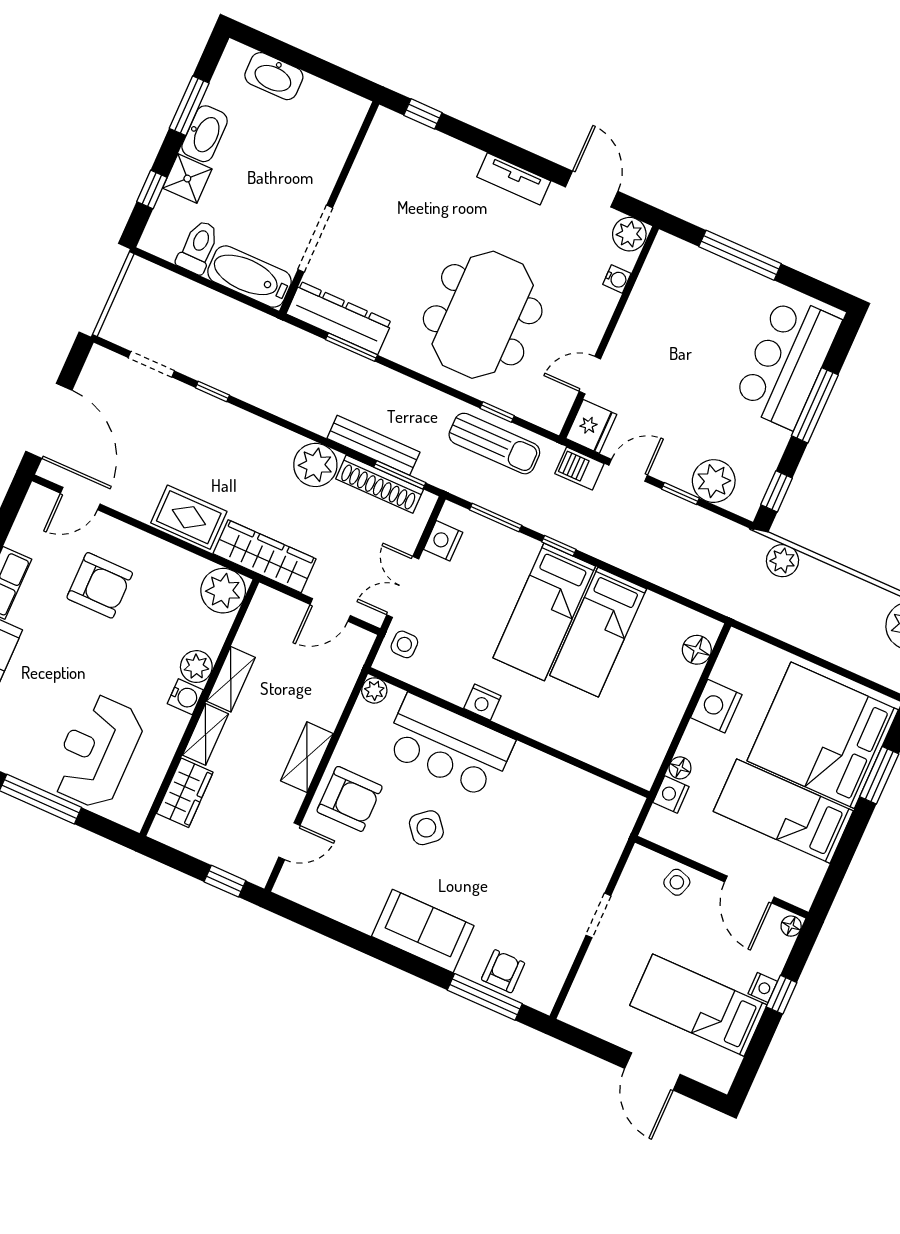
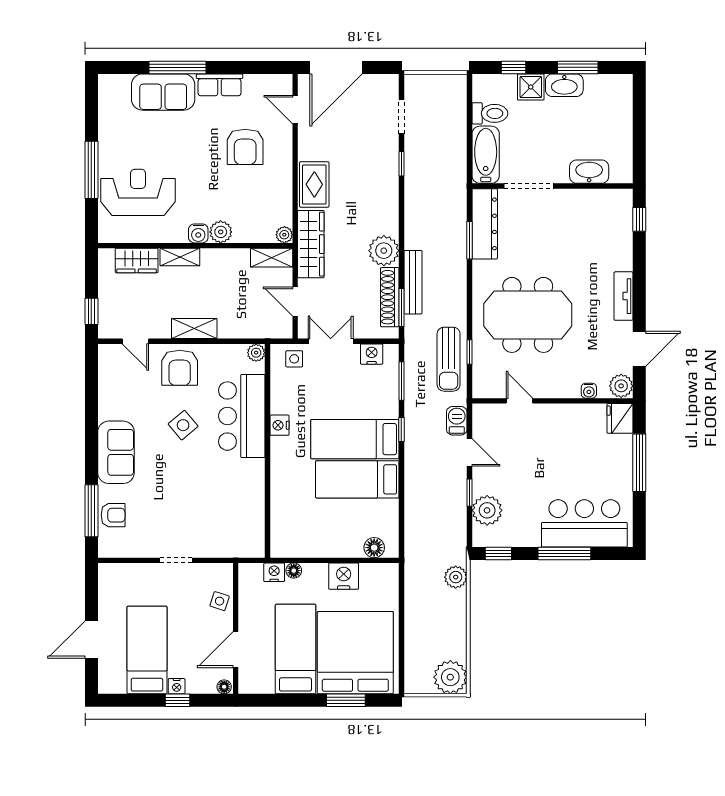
washbasin: (274, 76) -> (589, 172), moved, turned 90
fridge: (591, 426) -> (620, 418), moved, turned 90
plant: (223, 591) -> (284, 235), width x0.53, depth x0.53
shelving: (231, 679) -> (272, 258), moved

